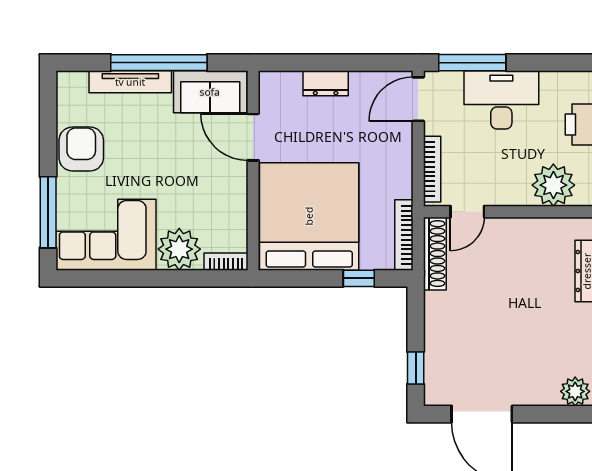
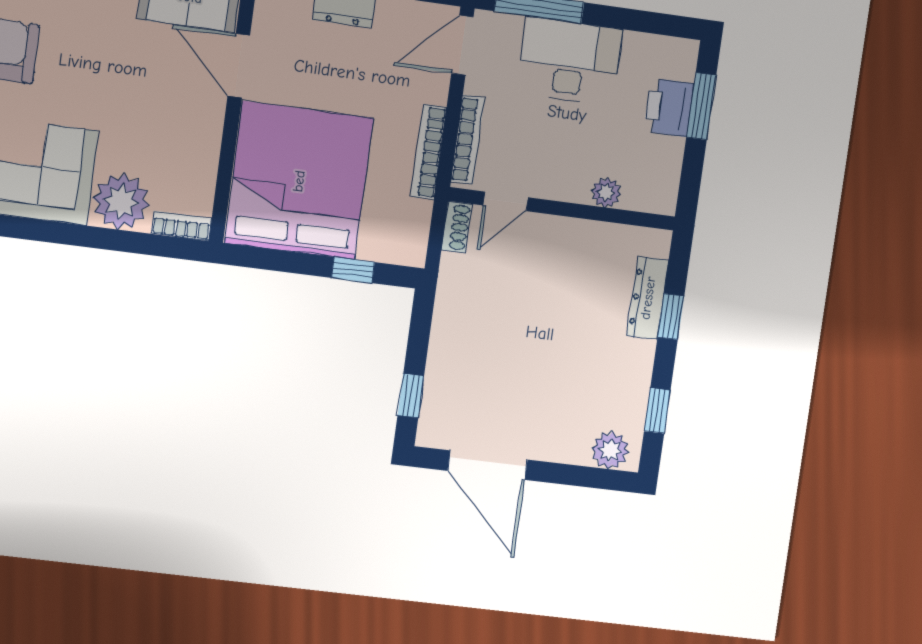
plant: (553, 185) -> (606, 193), width x0.53, depth x0.53
bookcase: (404, 235) -> (429, 152), moved
shoe rack: (435, 254) -> (456, 227), width x0.51, depth x0.81

